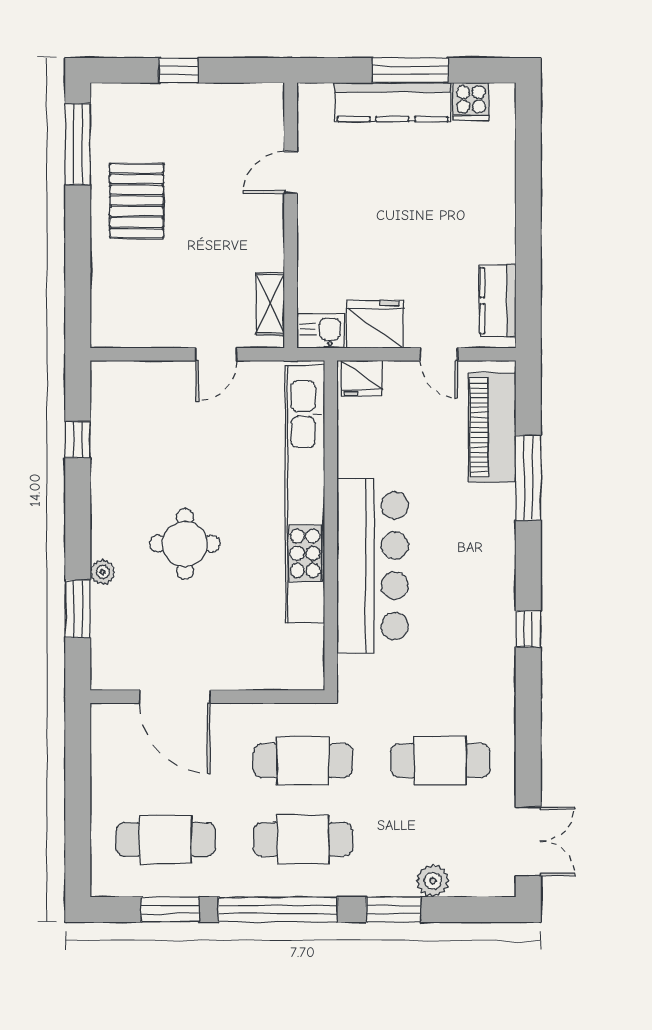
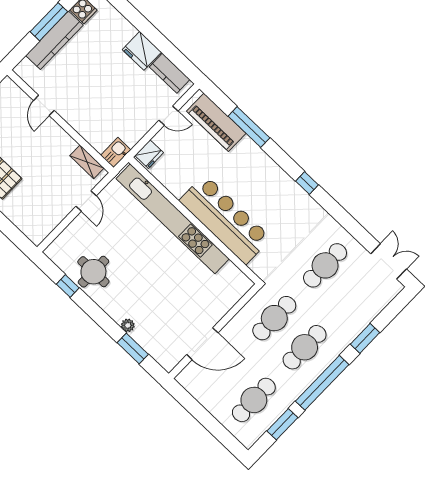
fridge: (375, 324) -> (142, 51), moved, turned -90
round table: (185, 544) -> (93, 272), moved
plant: (433, 881) -> (369, 313), removed

